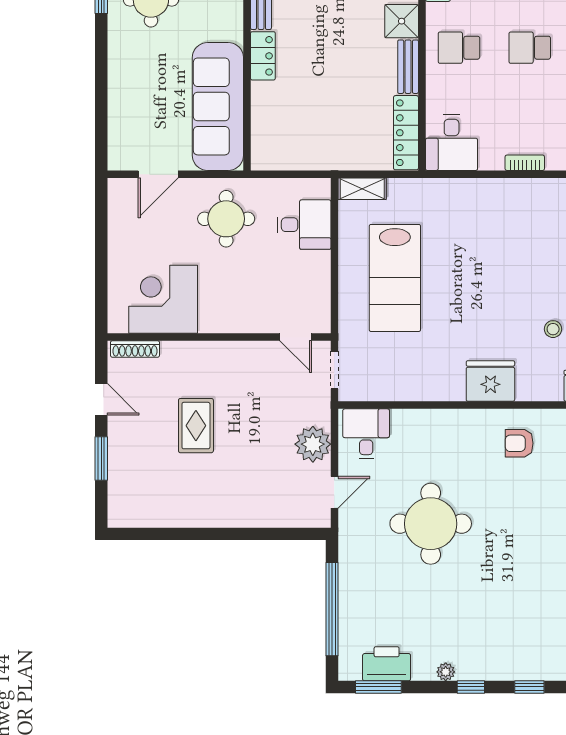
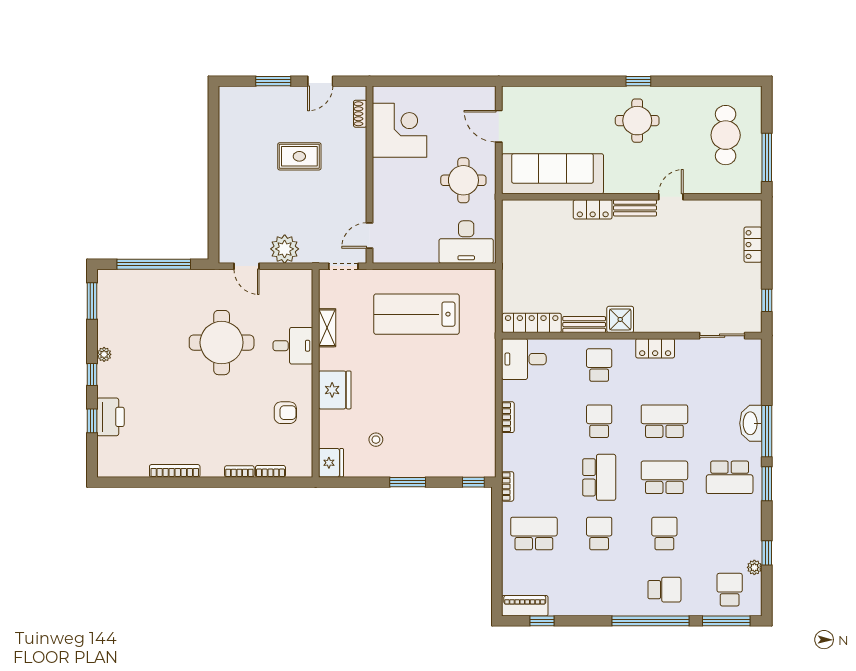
shelving: (362, 189) -> (327, 328), moved
desk: (304, 225) -> (466, 242), width x1.37
shoe rack: (135, 349) -> (360, 114), width x0.70
desk: (366, 434) -> (293, 346), moved
armchair: (519, 443) -> (285, 413), turned 90
printer: (387, 664) -> (110, 417), moved

